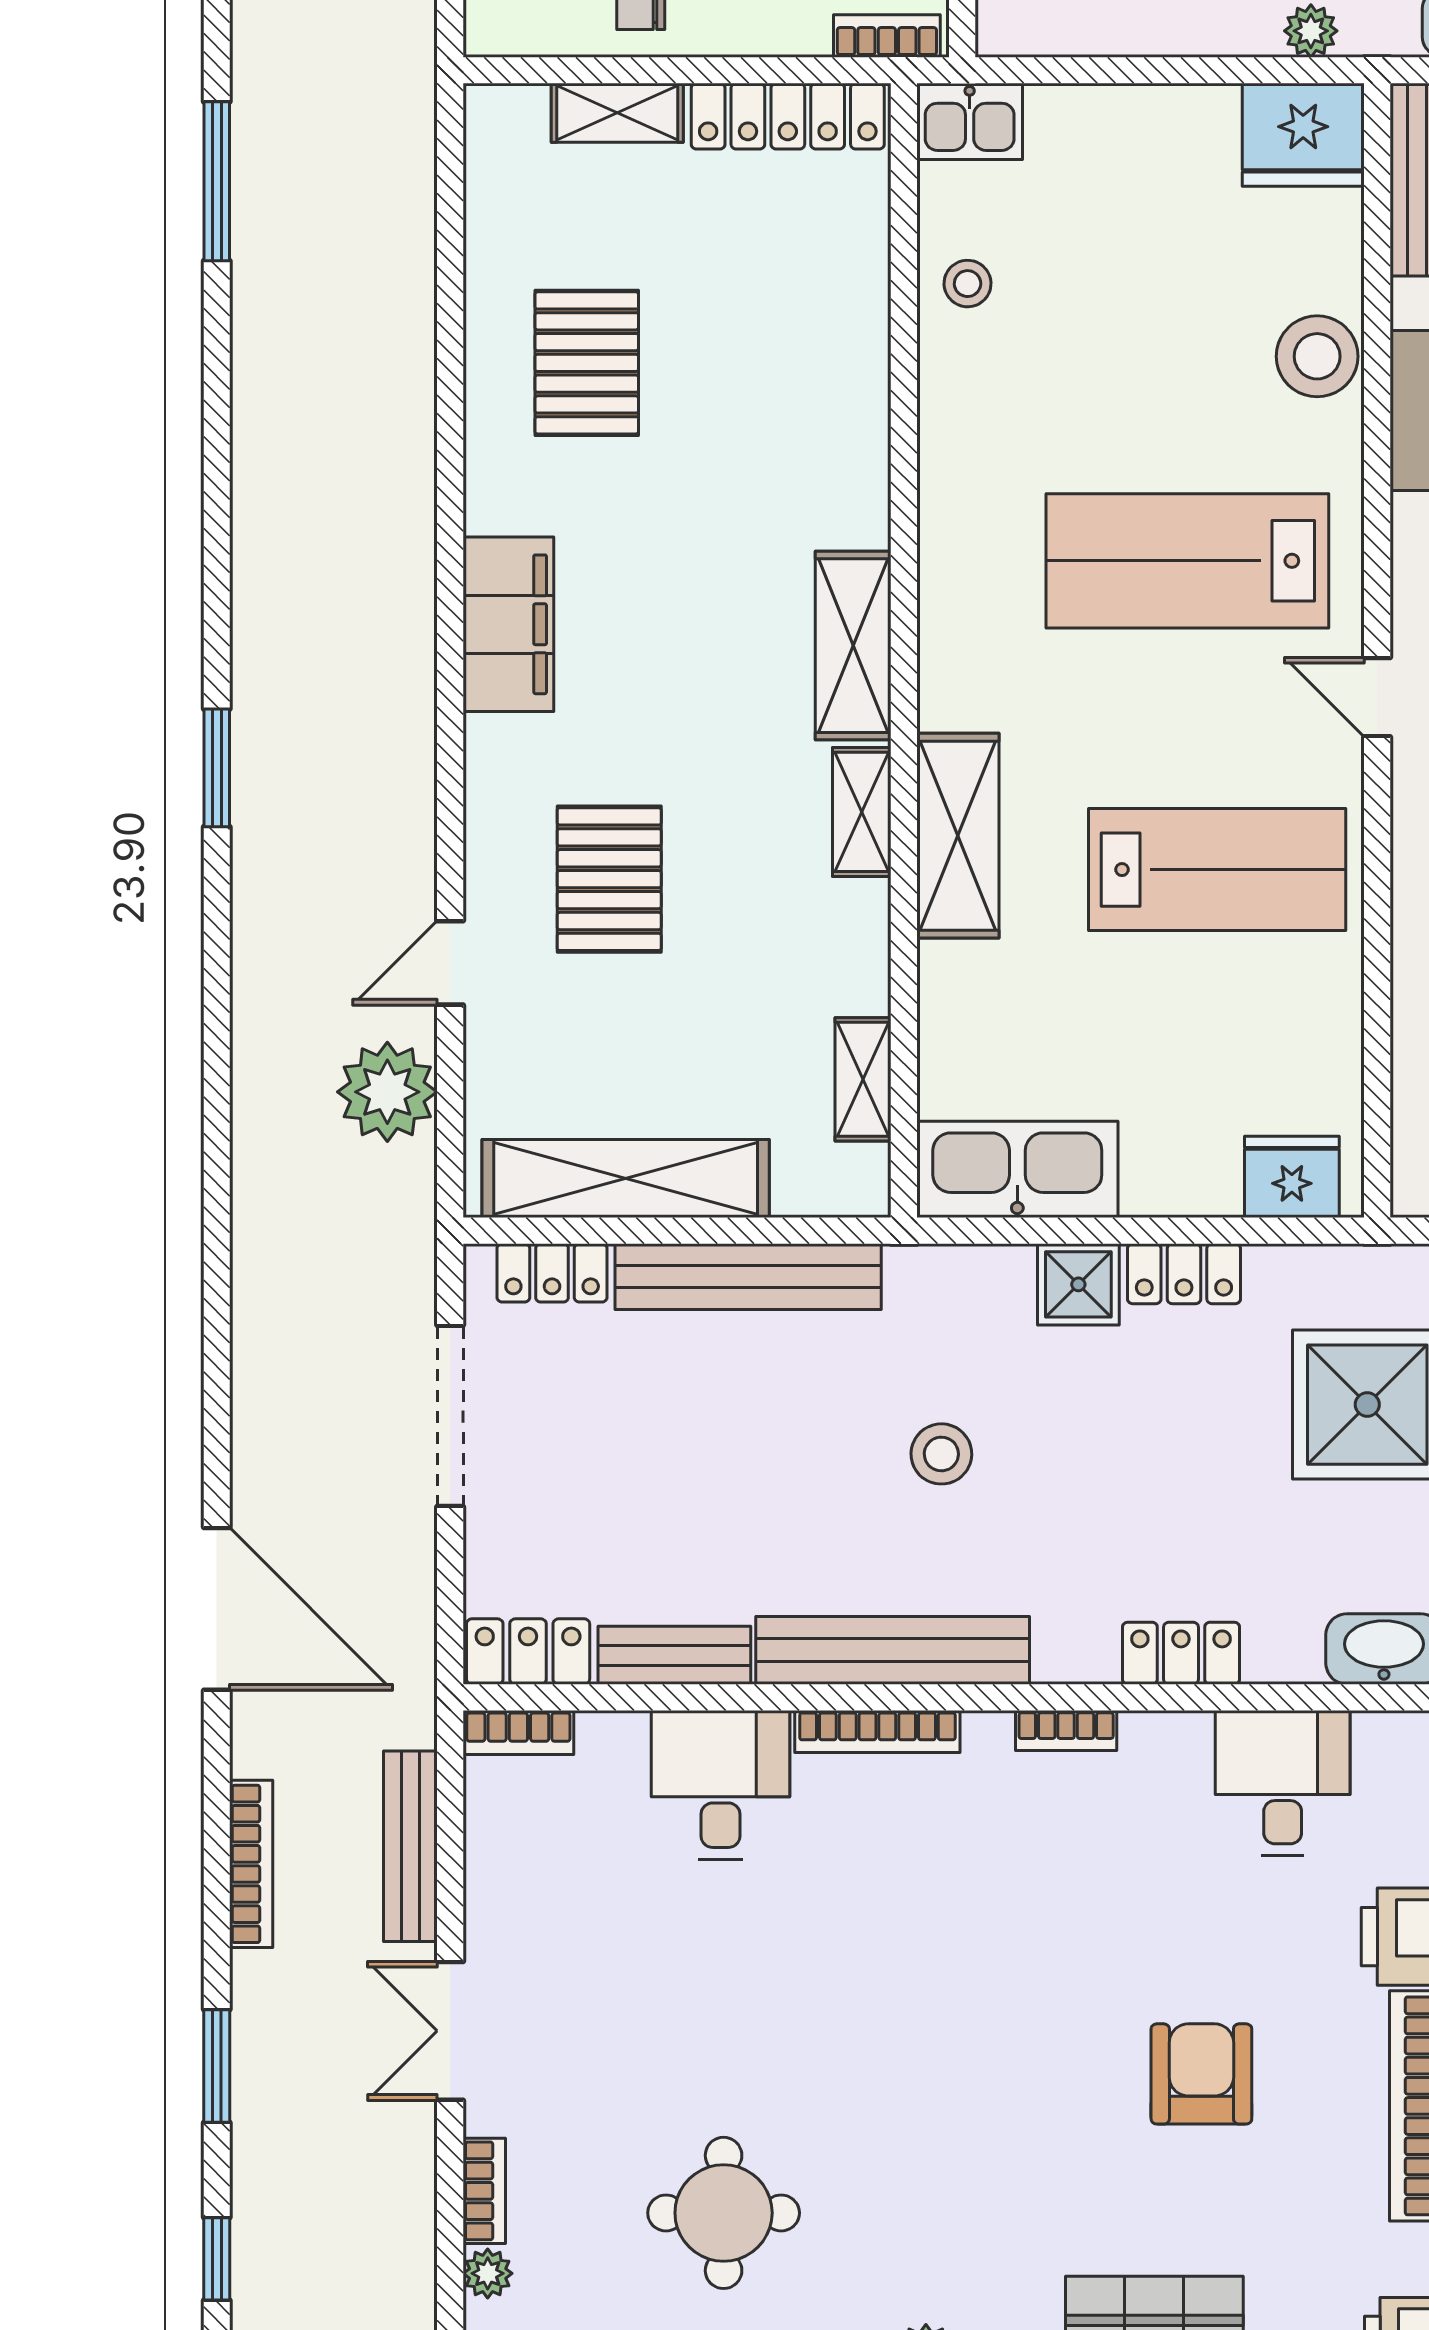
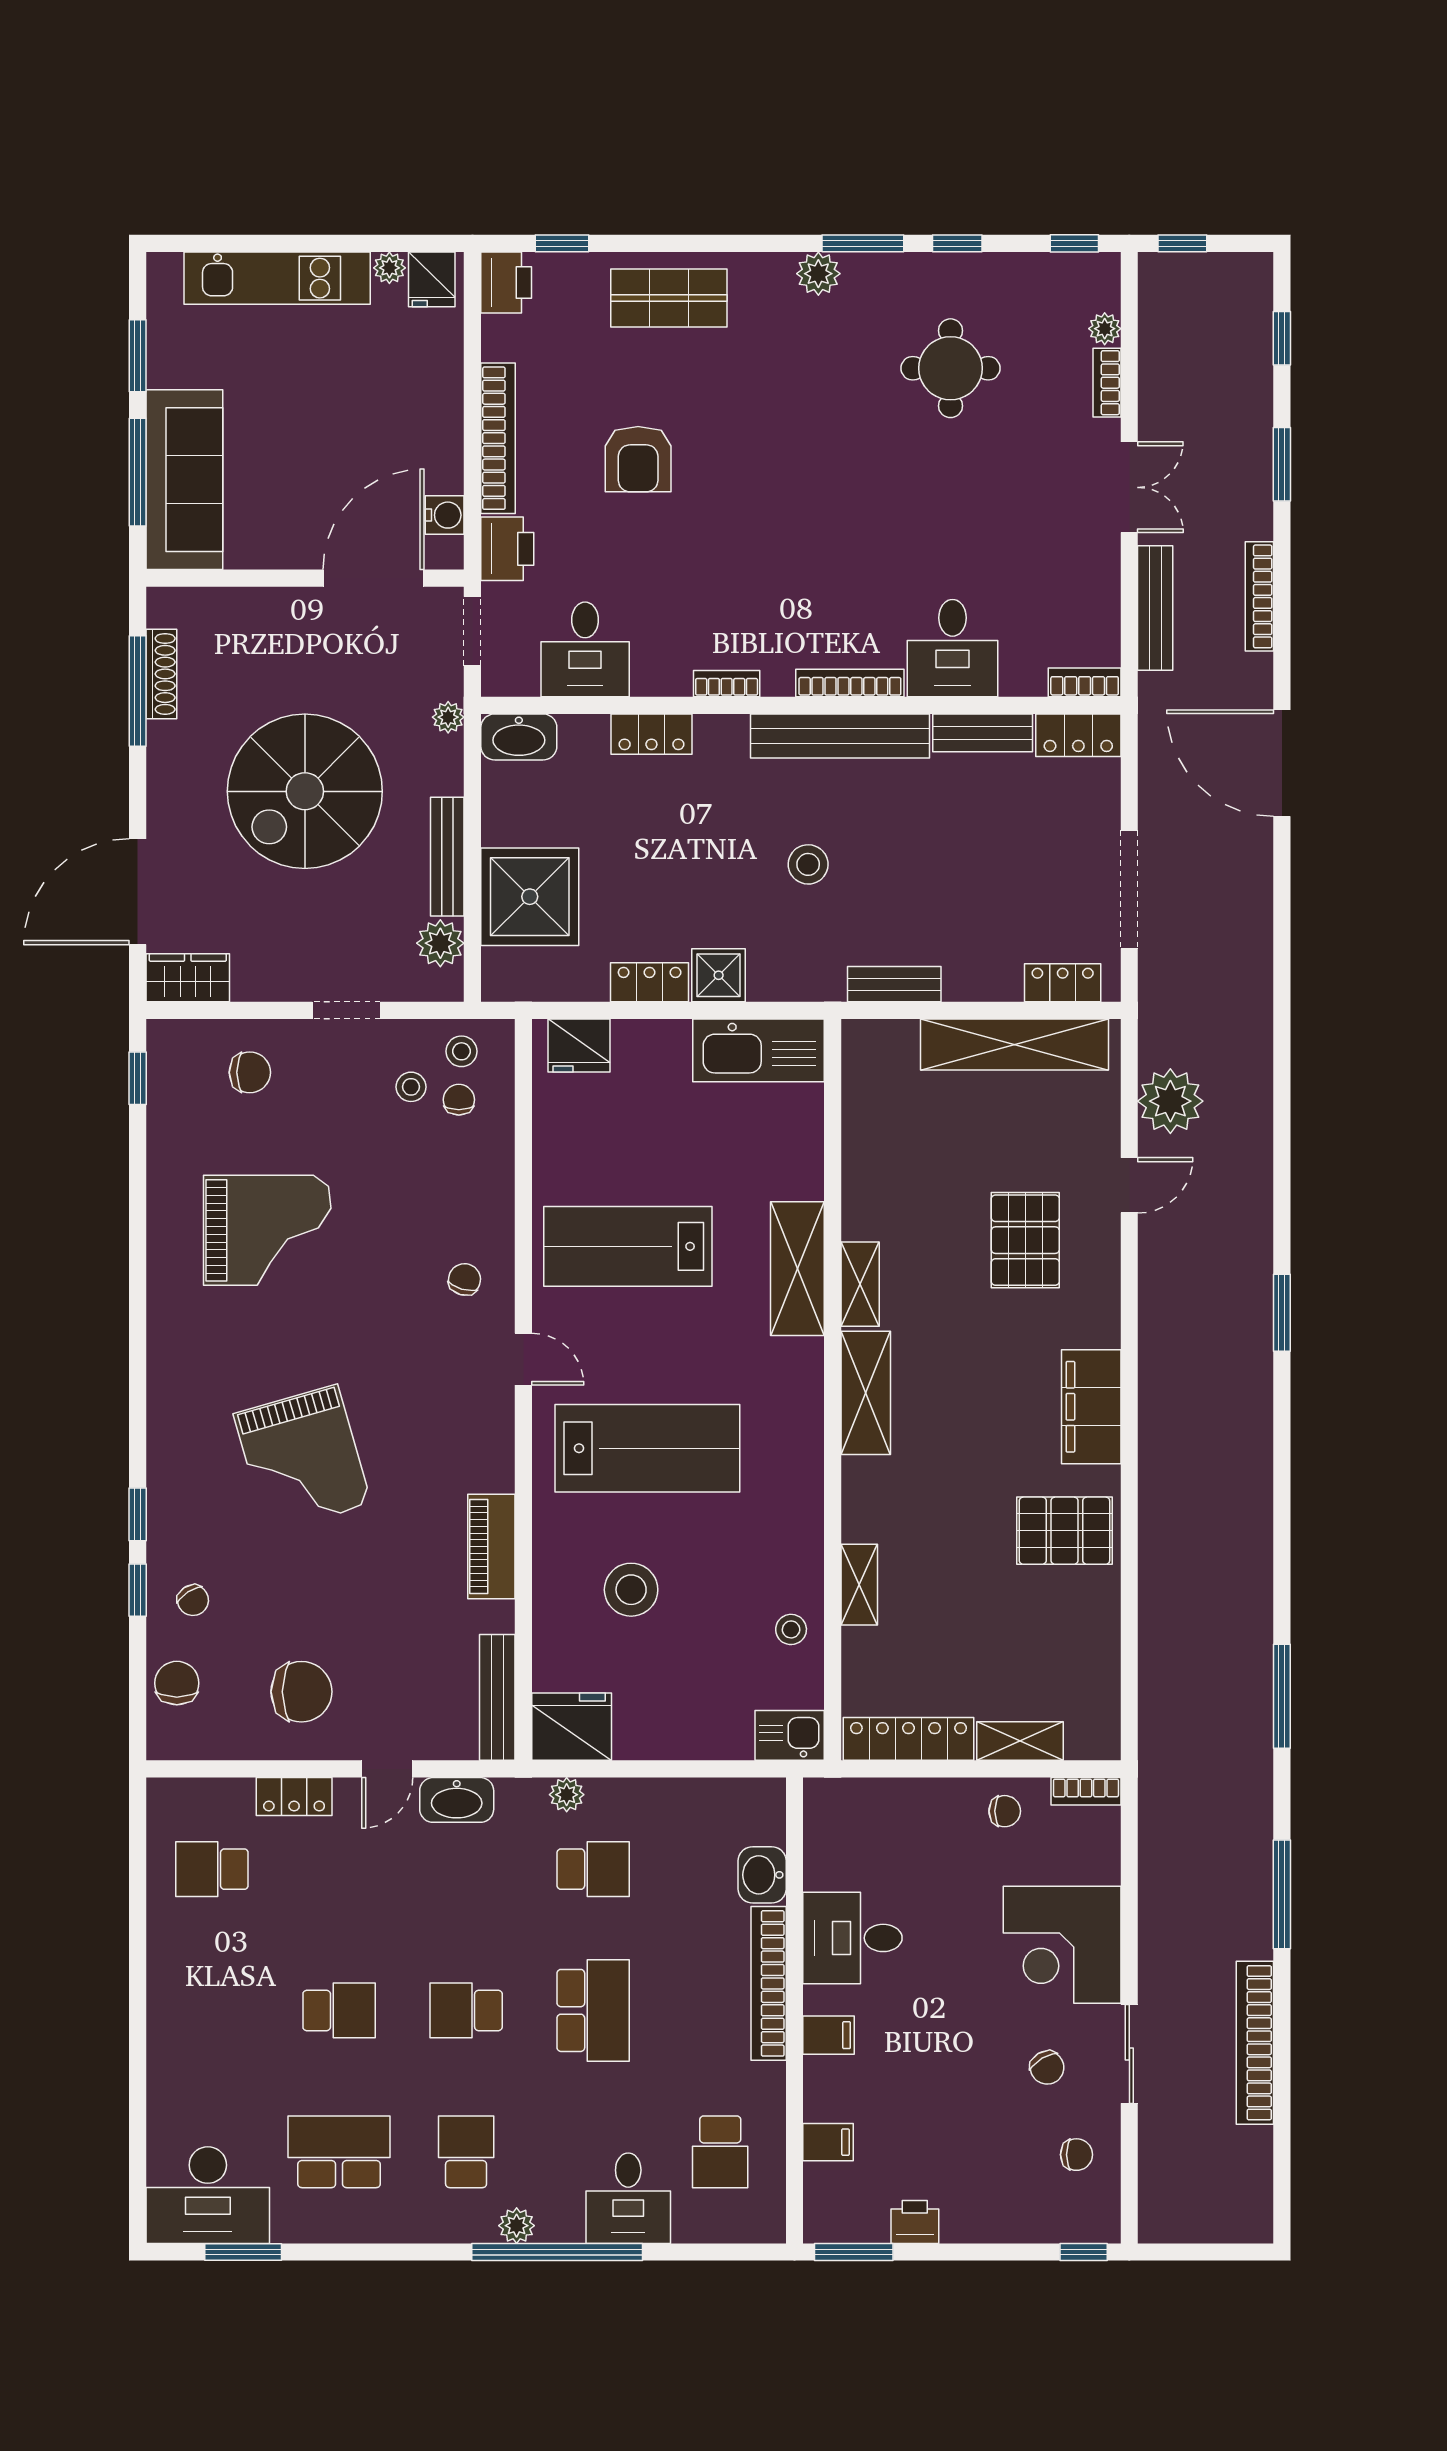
bookcase: (887, 36) -> (1086, 1791), moved
stool: (1317, 356) -> (631, 1590), moved
pallet: (587, 363) -> (1064, 1531), moved, turned 90
shelving: (863, 1079) -> (859, 1585), moved
bench: (748, 1277) -> (894, 984), width x0.54, depth x0.82

